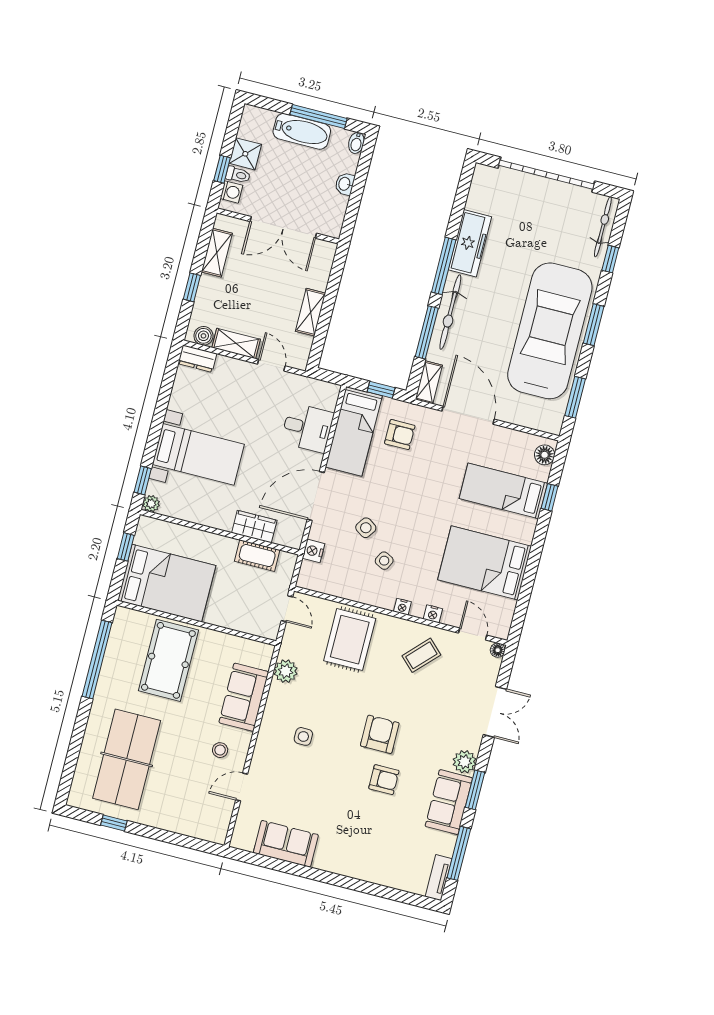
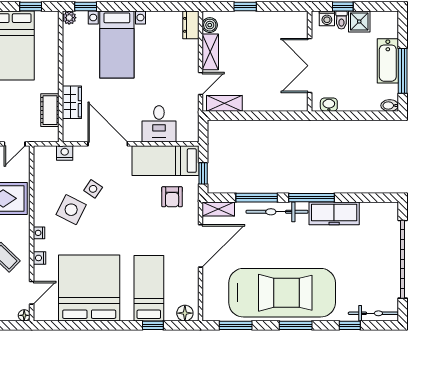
washbasin: (345, 184) -> (329, 105), moved
shelving: (217, 253) -> (277, 19), removed
shelving: (311, 312) -> (224, 103), moved
side table: (384, 561) -> (71, 210), width x1.87, depth x1.87
bed: (485, 563) -> (89, 288), width x1.36

